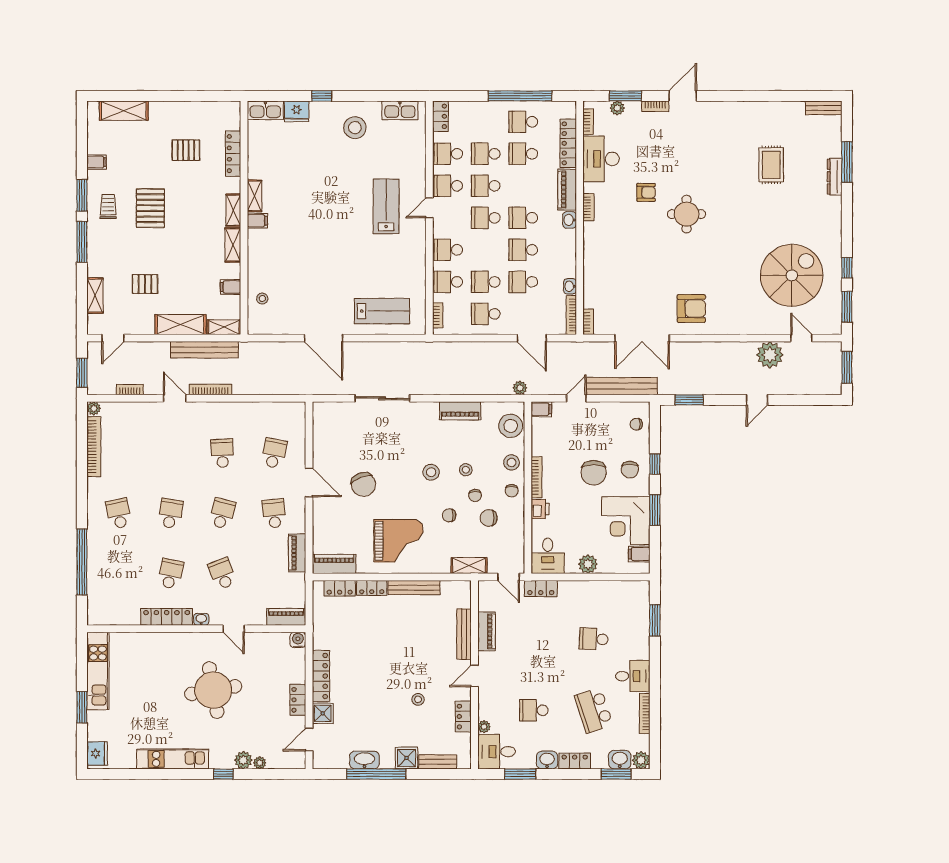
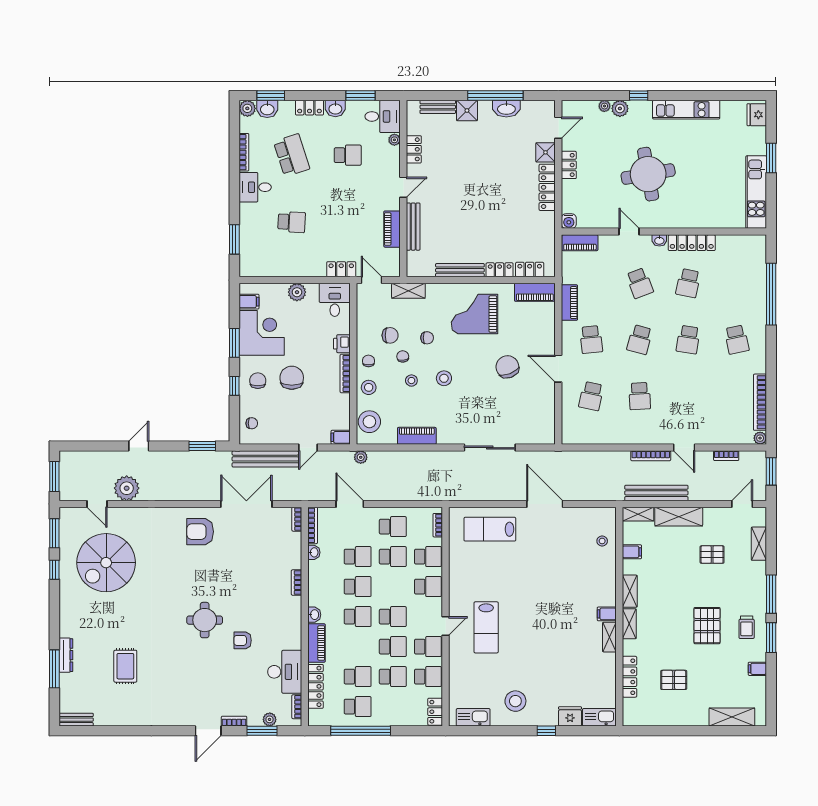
bookcase: (588, 207) -> (297, 583), moved
stool: (418, 699) -> (456, 165), removed

